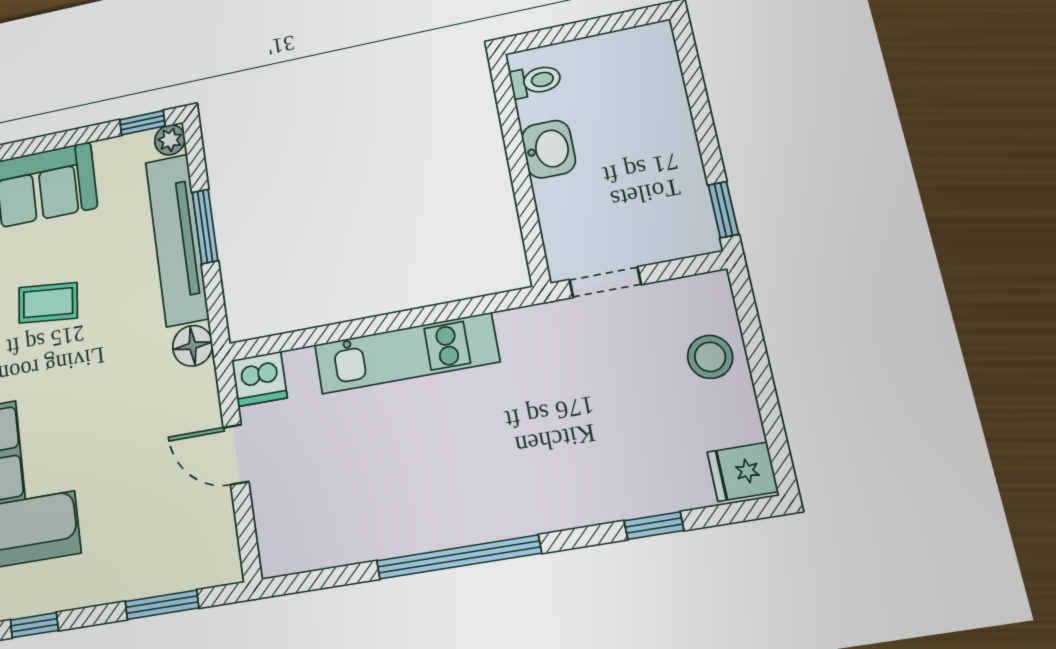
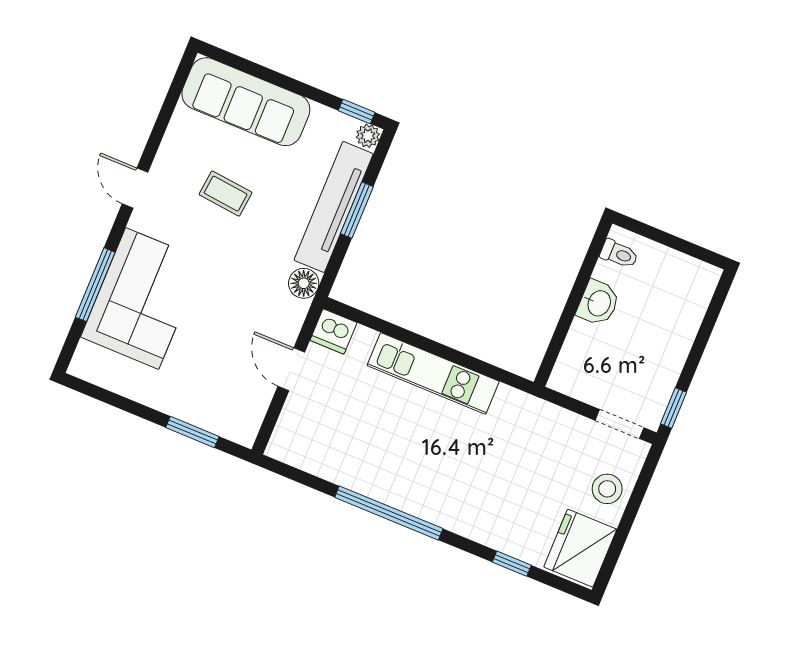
doorway: (605, 282) -> (620, 424), moved
fridge: (743, 472) -> (580, 548), width x1.88, depth x1.34
window: (34, 625) -> (104, 396), removed

